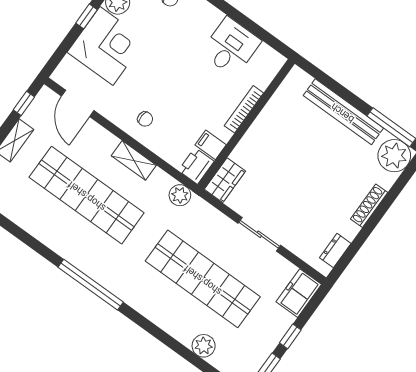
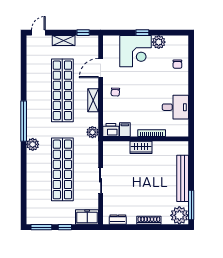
door: (78, 103) -> (101, 68), moved
wardrobe: (225, 180) -> (141, 147), moved
plant: (204, 346) -> (33, 144), moved

